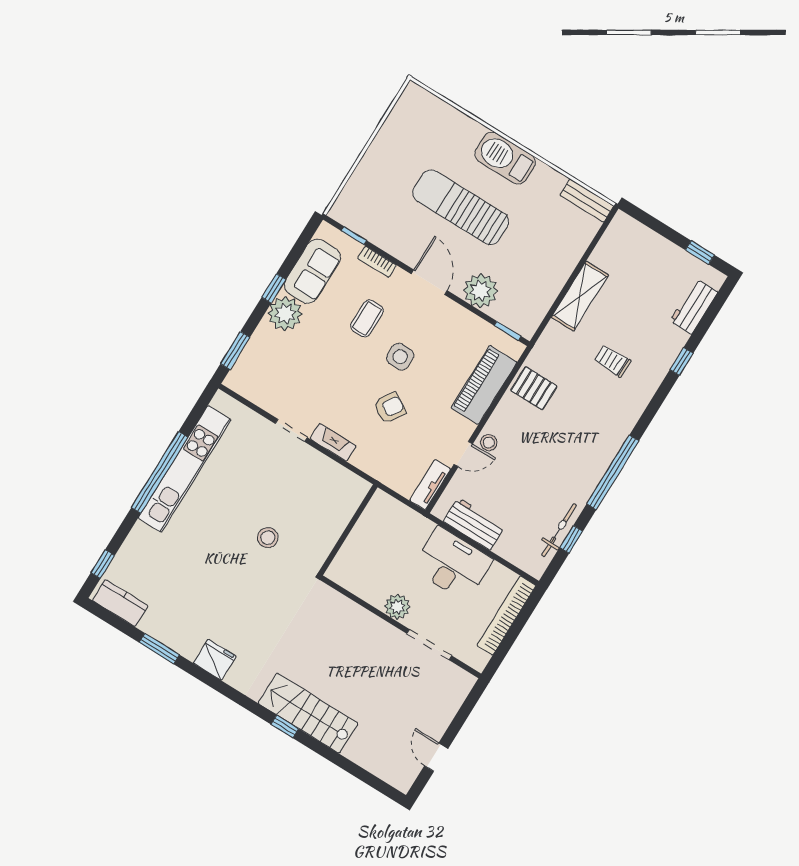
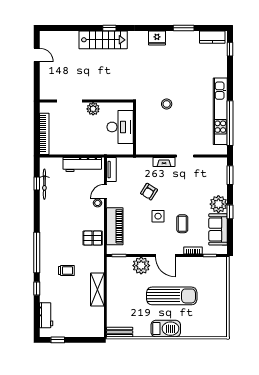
window: (160, 472) -> (230, 123), moved
window: (613, 472) -> (37, 252), moved
workbench: (474, 524) -> (82, 164), width x1.38
desk: (452, 564) -> (120, 127), moved, turned -90

